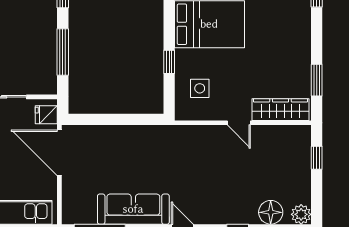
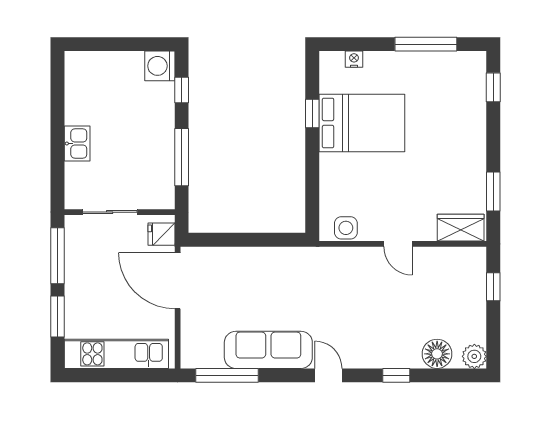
window: (169, 62) -> (312, 114), moved
side table: (200, 88) -> (346, 228), moved
wardrobe: (281, 110) -> (461, 228), width x0.67

